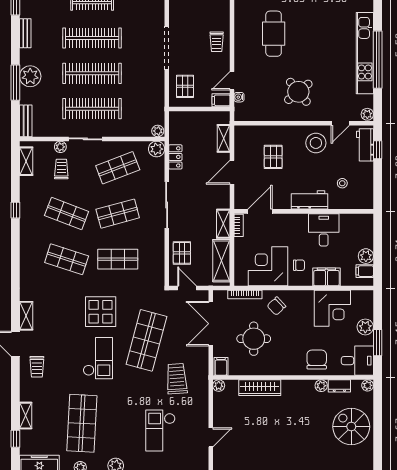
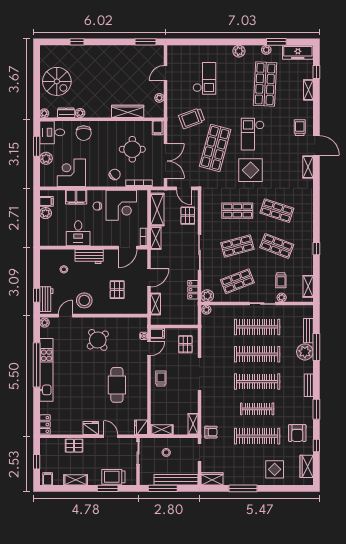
bench: (26, 121) -> (308, 331), moved
trolley: (177, 379) -> (192, 118), turned 74
plant: (219, 386) -> (159, 98), moved

